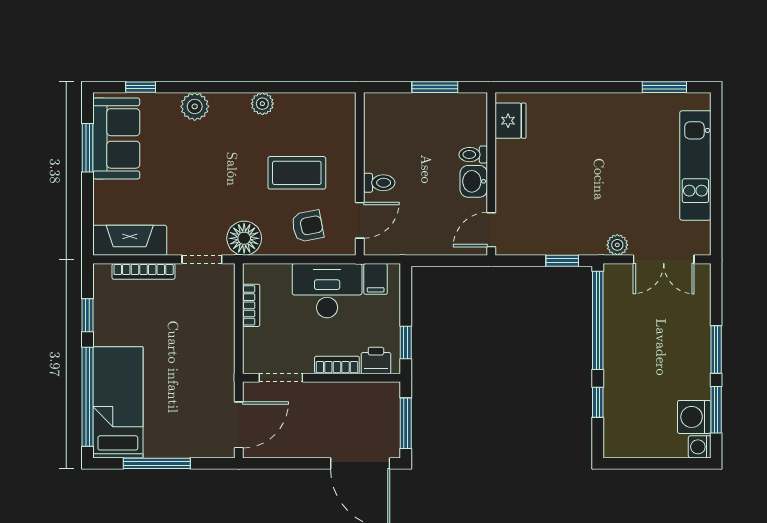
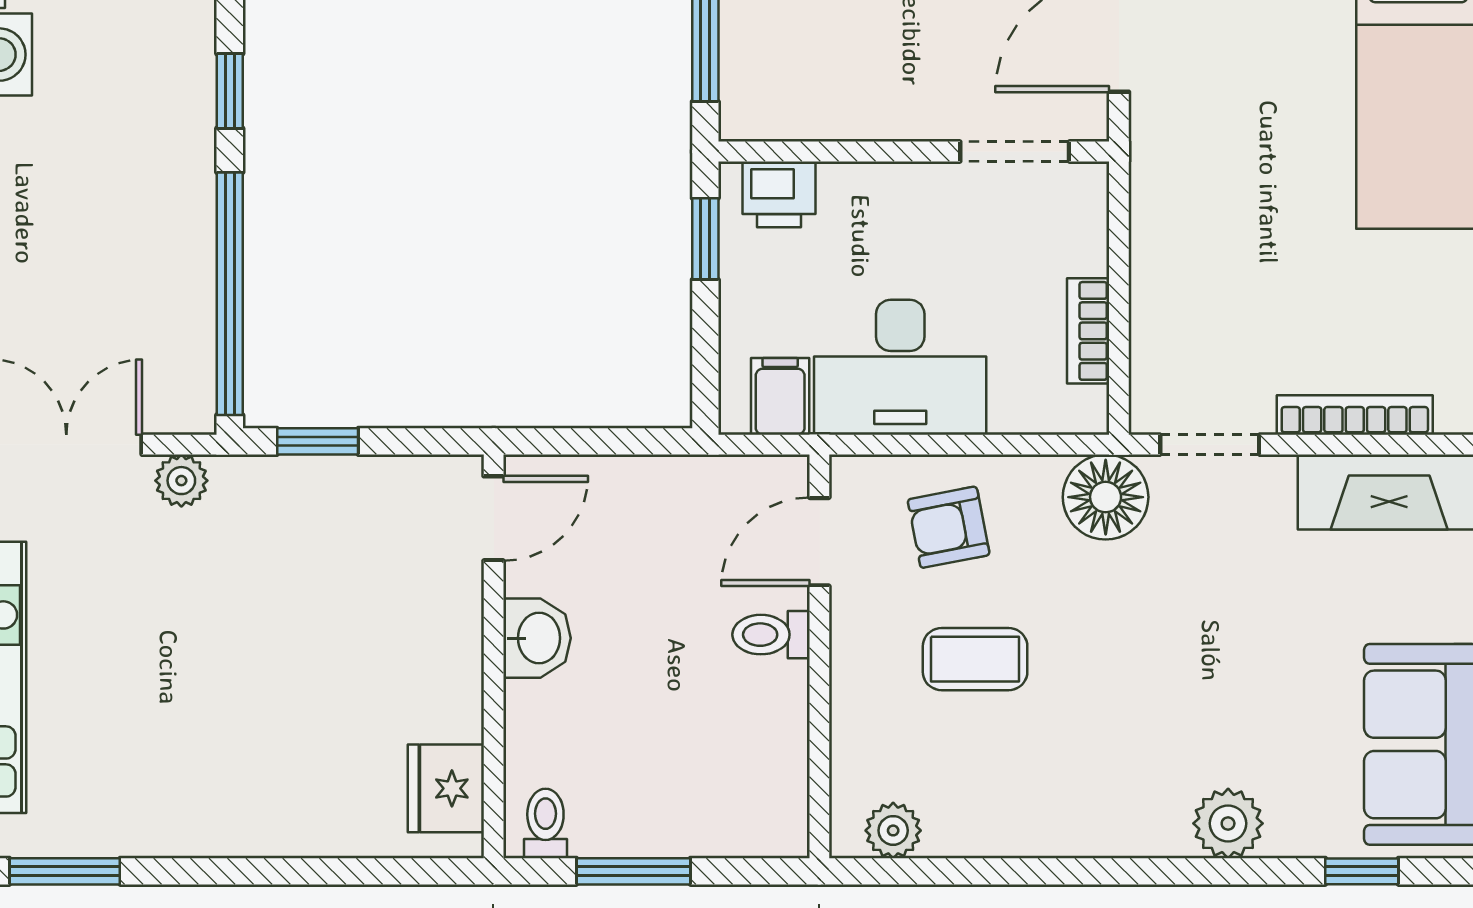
plant: (262, 104) -> (893, 830), moved
toilet: (473, 155) -> (545, 823), moved, turned -90
coffee table: (297, 173) -> (975, 659), width x0.73, depth x0.77
bookcase: (337, 365) -> (876, 183), removed

